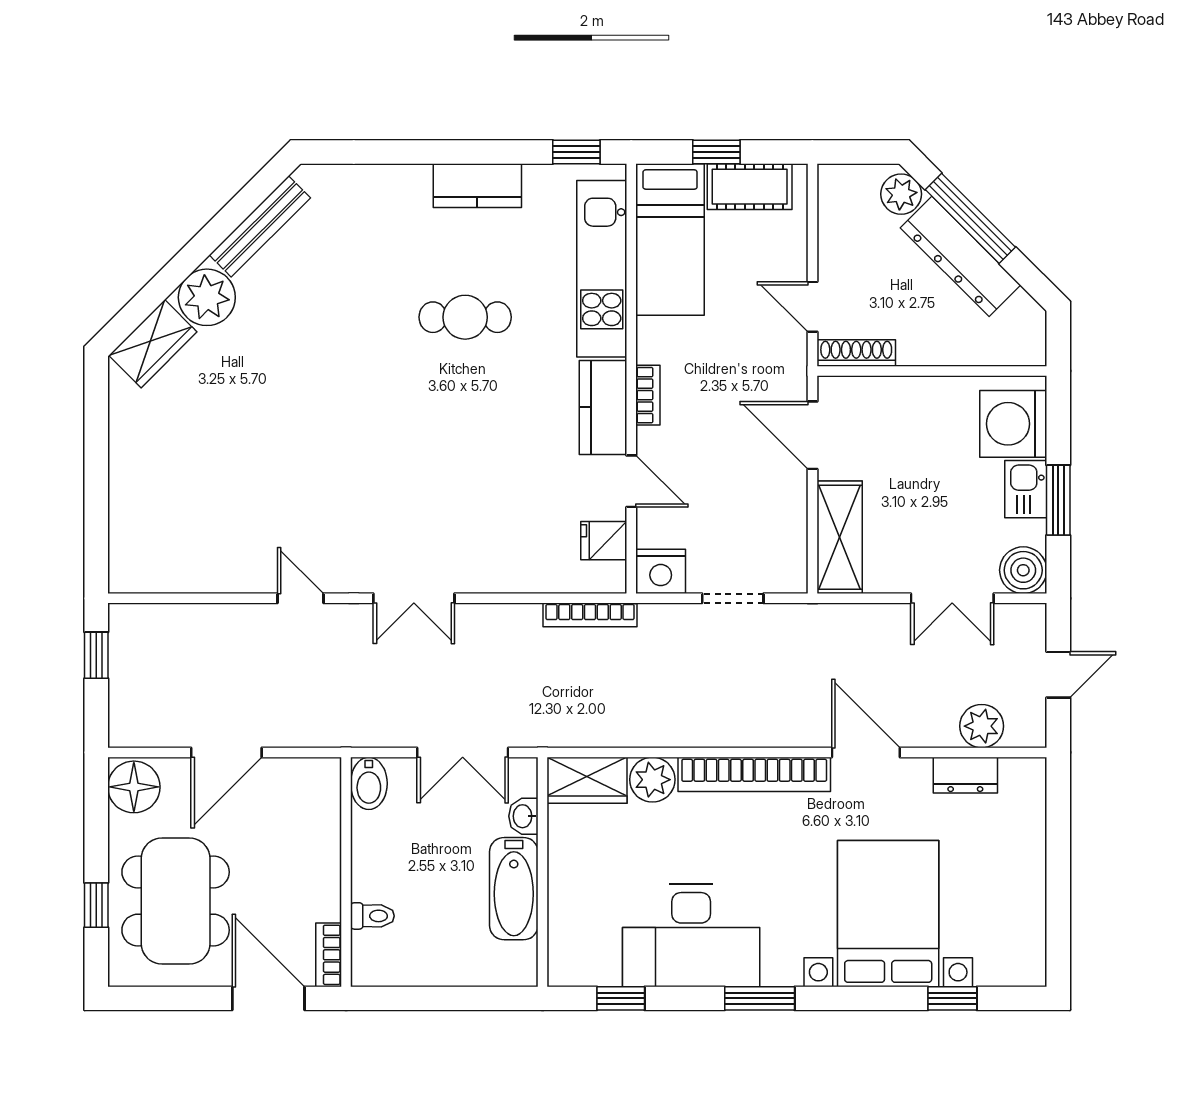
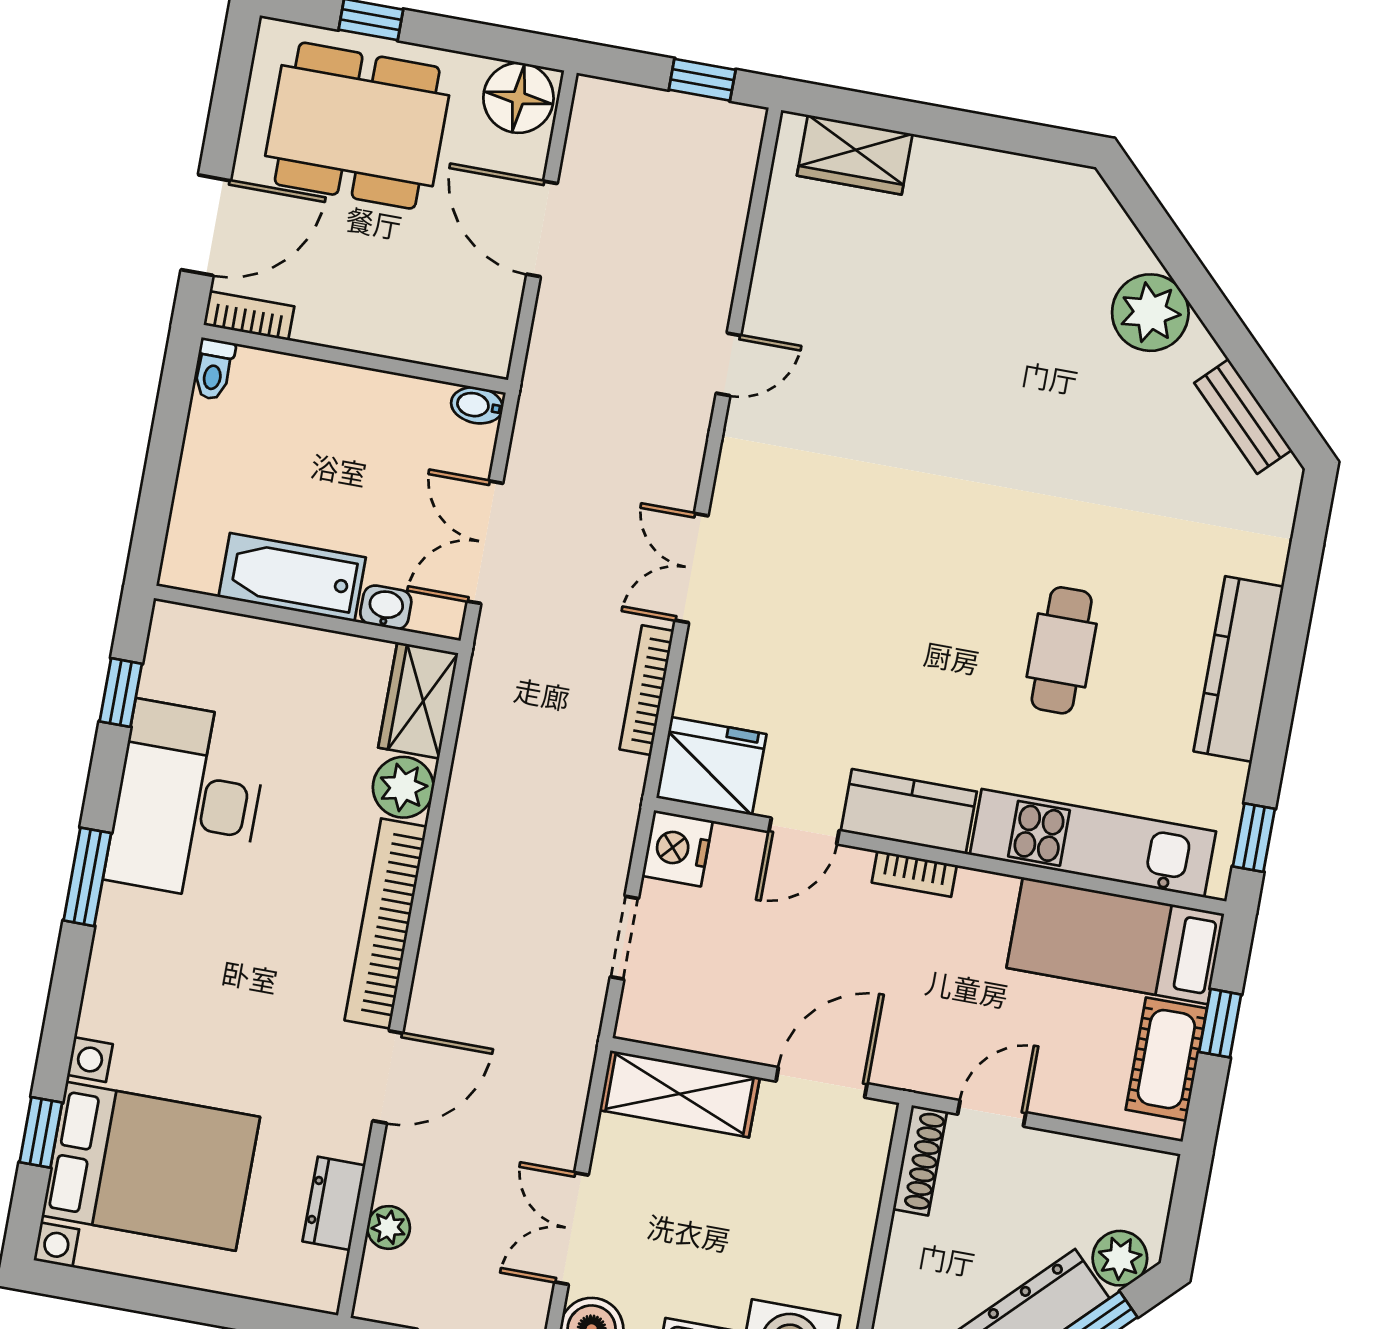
kitchen counter: (477, 186) -> (1239, 669), width x1.50
bench: (260, 226) -> (1243, 416), width x0.73
wardrobe: (153, 344) -> (855, 155), moved, turned -45
fridge: (604, 541) -> (711, 766), width x1.88, depth x1.34
double door: (414, 598) -> (691, 568), moved
bookcase: (590, 615) -> (647, 690), moved
plant: (982, 726) -> (389, 1227), width x0.73, depth x0.73
bidet: (369, 783) -> (477, 405), width x0.72, depth x0.74
bed with nightstands: (888, 914) -> (151, 1166), moved
toilet: (372, 916) -> (214, 369), moved

